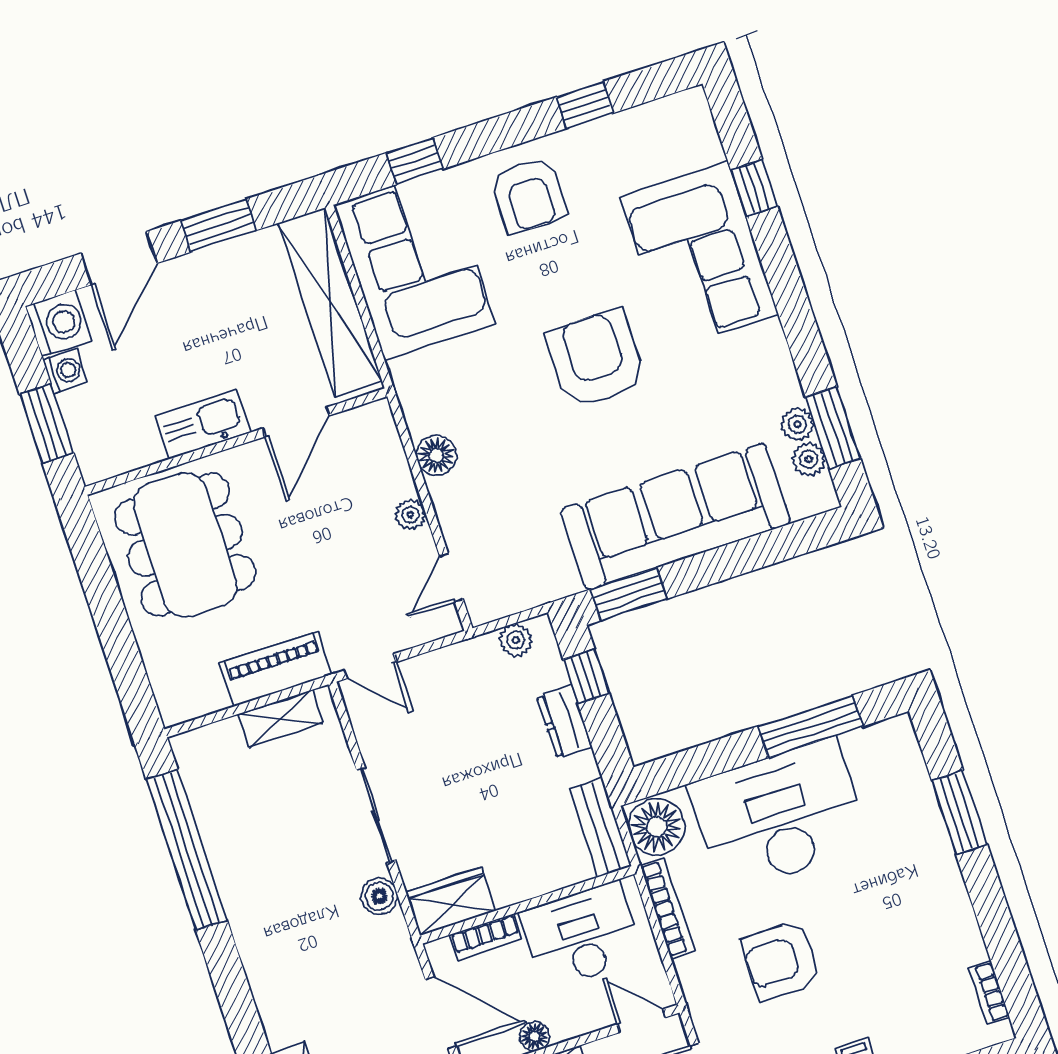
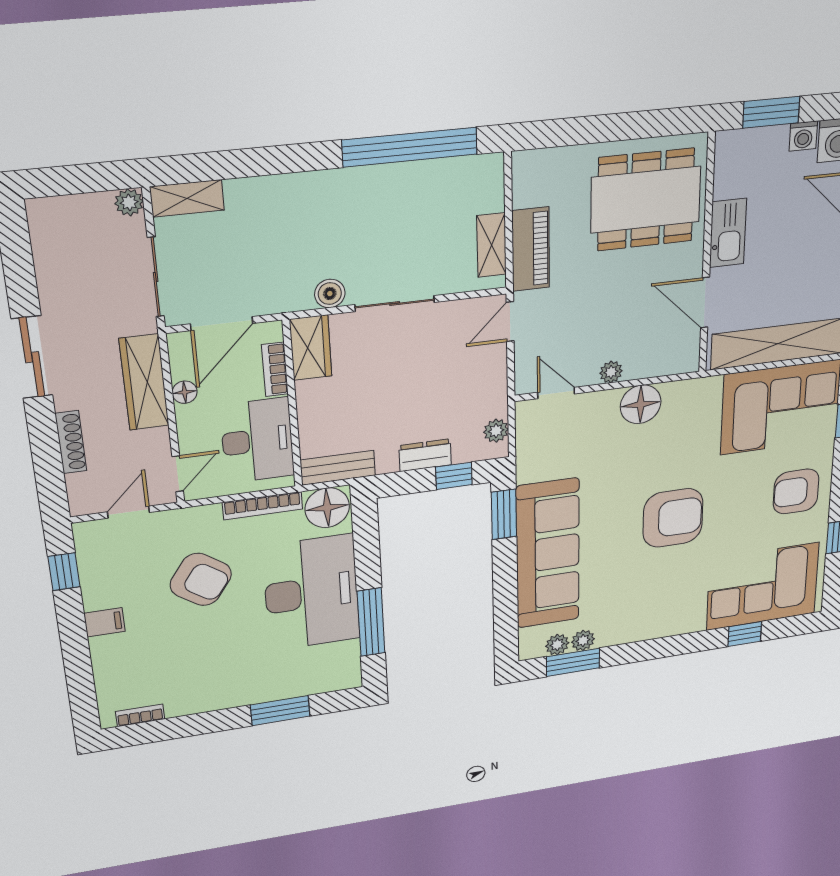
corner sofa: (699, 256) -> (763, 586), moved
floor lamp: (436, 455) -> (641, 404), width x1.38, depth x1.38
armchair: (781, 960) -> (201, 579), turned 125

